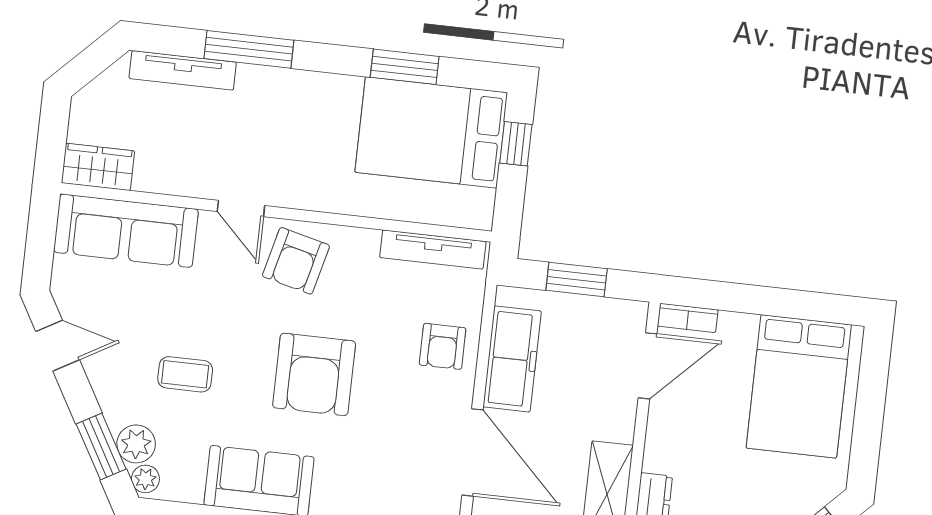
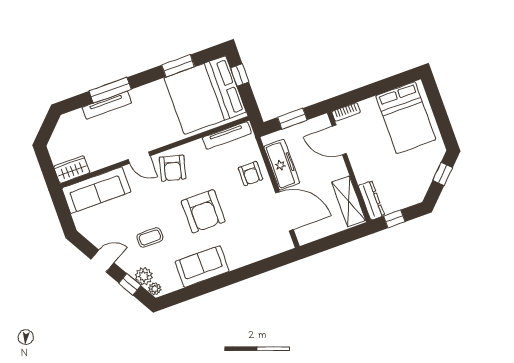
tv unit: (183, 70) -> (107, 105), moved
bed: (431, 132) -> (205, 95), width x1.36
door: (58, 346) -> (102, 261), moved
door: (648, 366) -> (339, 140), swing flipped
window: (101, 447) -> (130, 284), width x0.67

